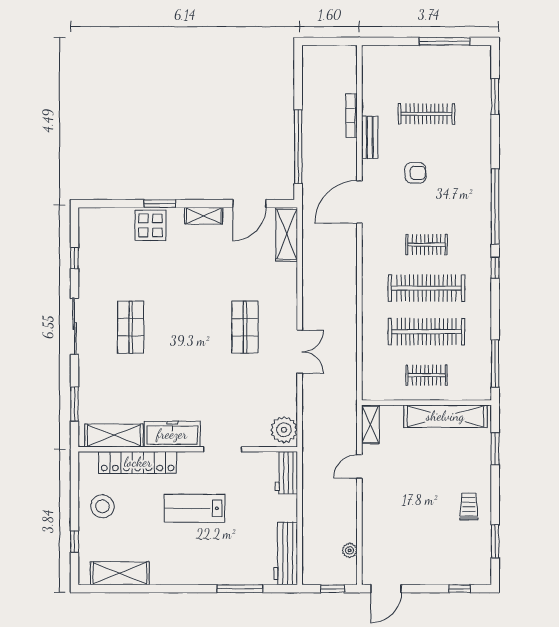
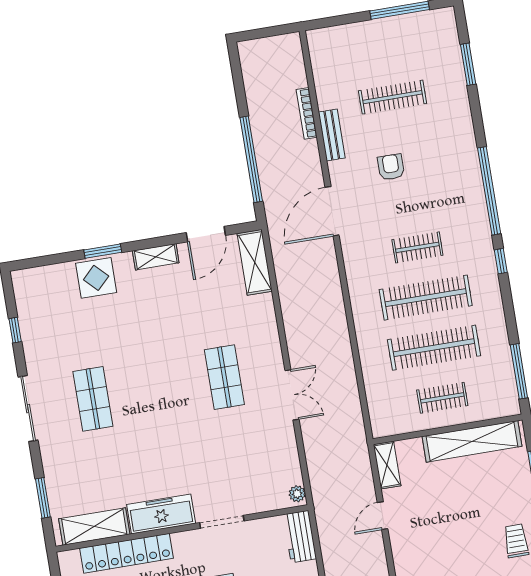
armchair: (415, 173) -> (391, 167), turned -90
plant: (284, 430) -> (297, 494), width x0.53, depth x0.53

